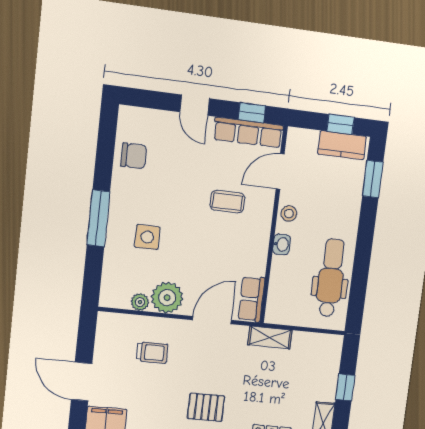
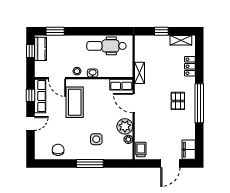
coffee table: (227, 202) -> (75, 102), width x1.86, depth x1.72
trolley: (152, 353) -> (141, 150), moved

